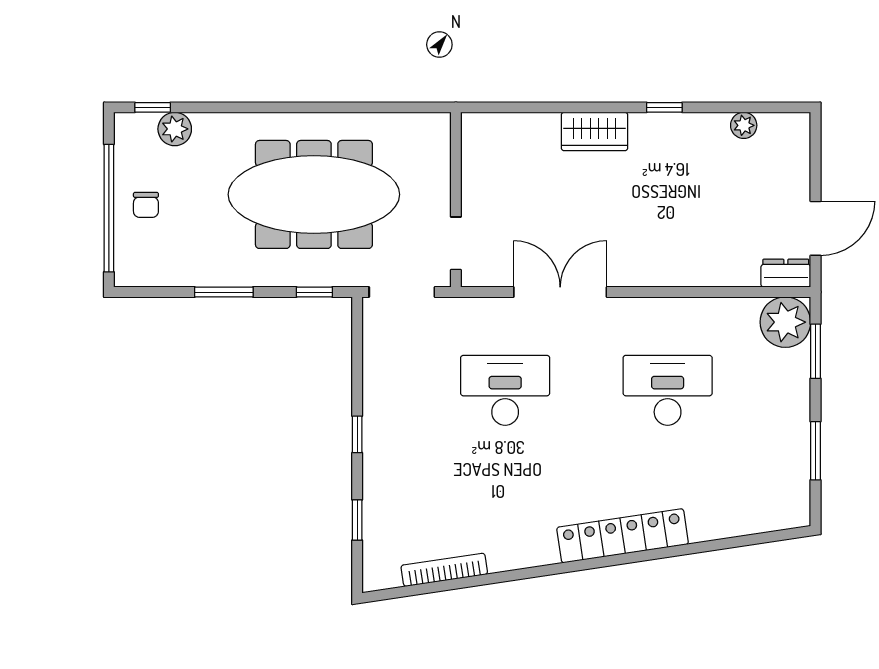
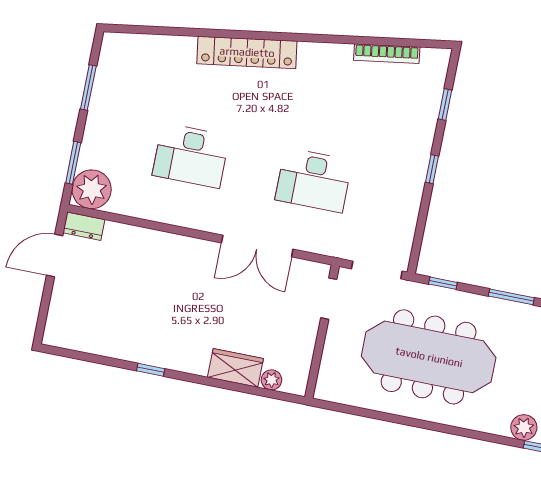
plant: (744, 125) -> (271, 380), moved
wardrobe: (595, 131) -> (235, 368), moved

